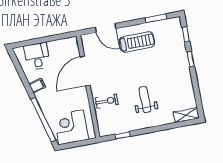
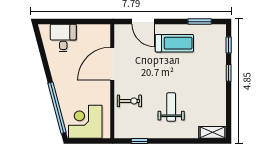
filing cabinet: (37, 86) -> (58, 70), removed

